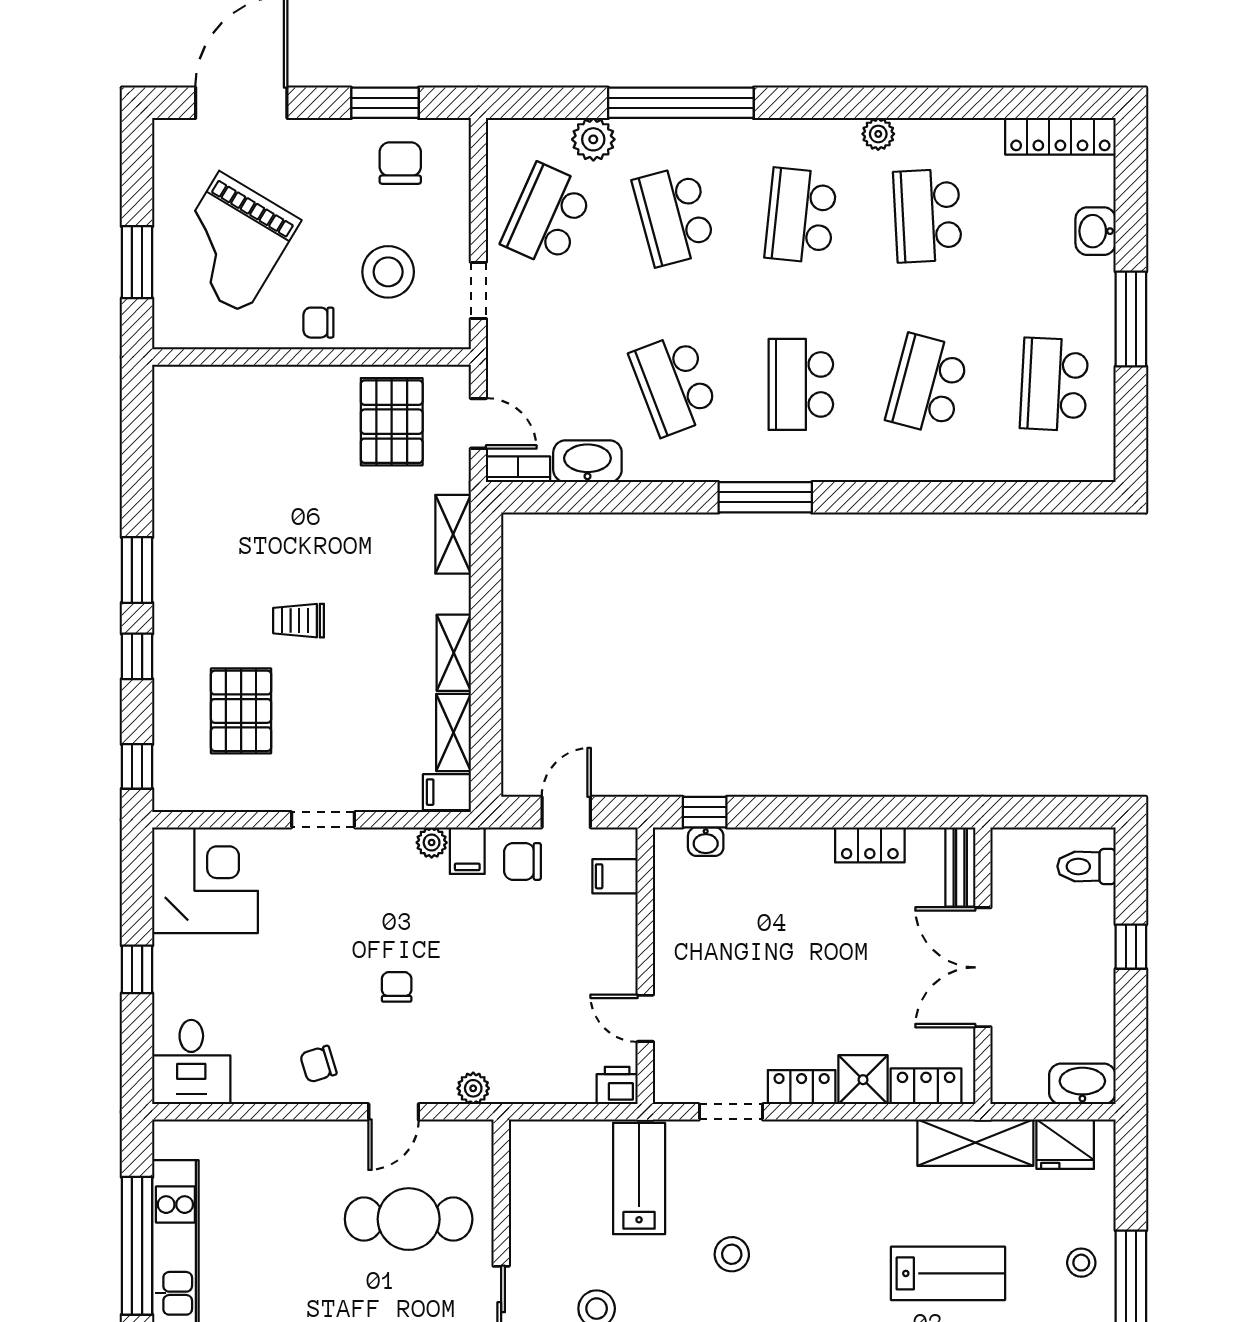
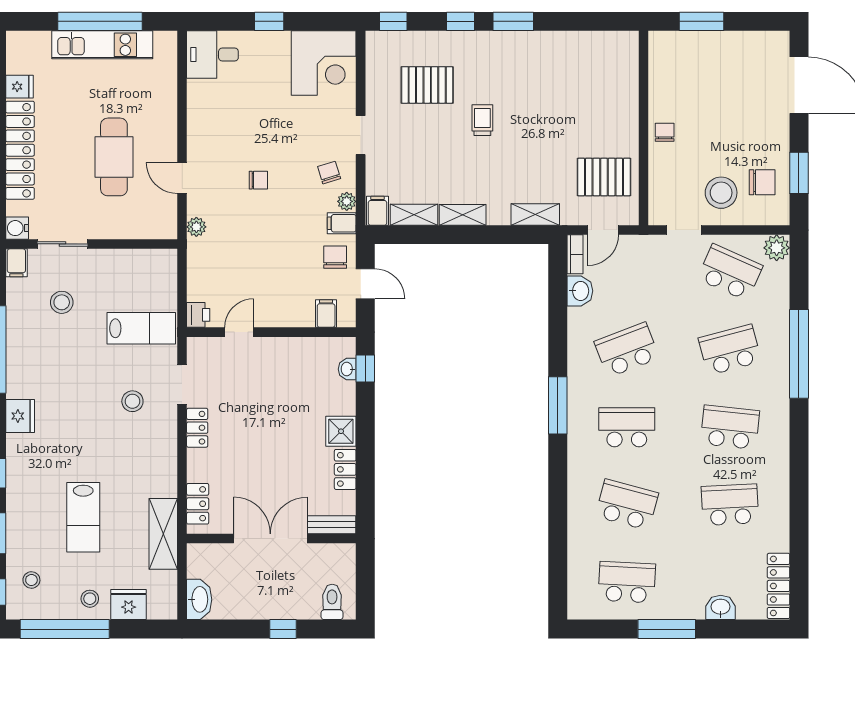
plant: (878, 134) -> (780, 475), removed
plant: (593, 139) -> (777, 248), moved
grand piano: (232, 243) -> (713, 79), removed
stool: (388, 272) -> (721, 193), moved
washbasin: (587, 461) -> (580, 291), width x0.72
chair: (318, 1064) -> (329, 173), moved
shower: (863, 1080) -> (341, 431), moved
fridge: (1065, 1144) -> (129, 605), moved, turned 90
cafe table: (409, 1219) -> (114, 157), moved
stool: (732, 1254) -> (132, 401), moved

